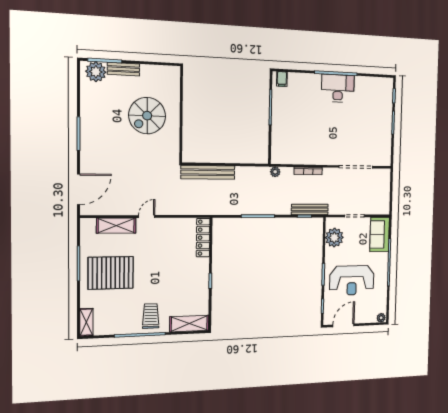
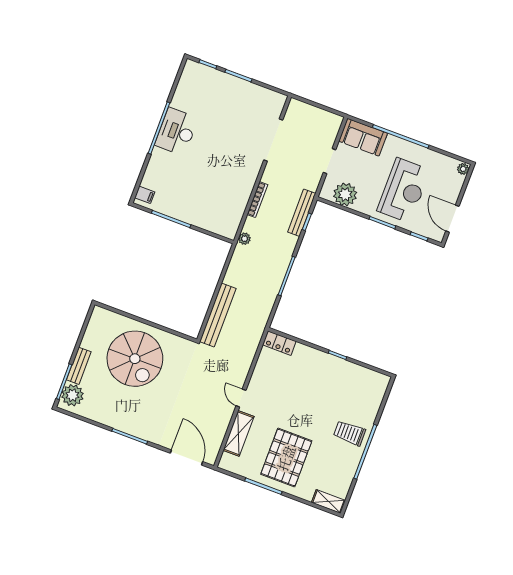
spiral stairs: (147, 116) -> (135, 359), width x1.37, depth x1.37
locker: (203, 238) -> (279, 343), width x0.66
shelving: (189, 324) -> (375, 395), removed

